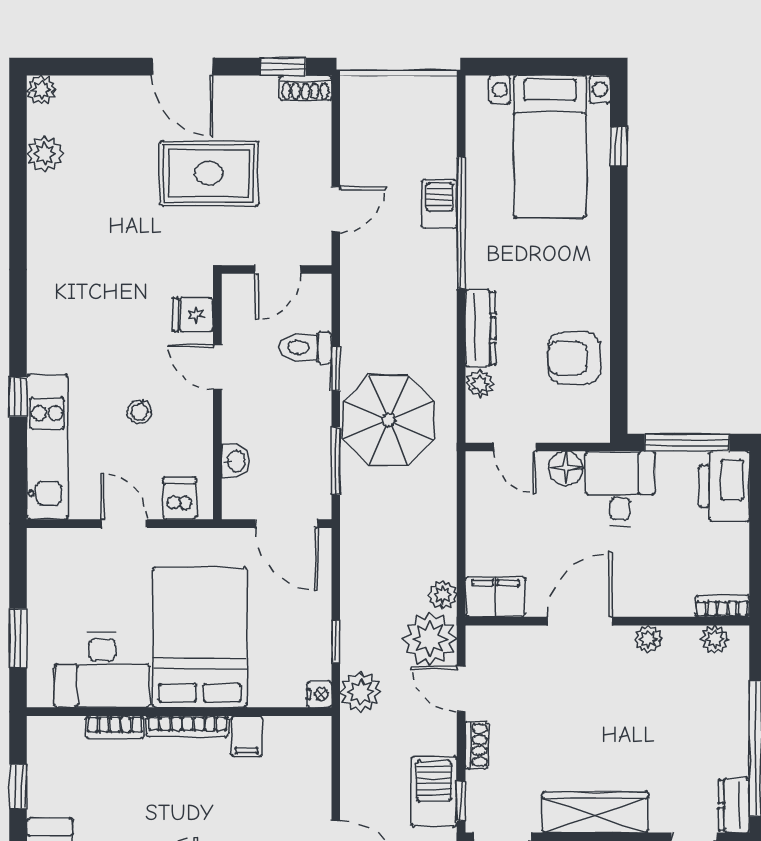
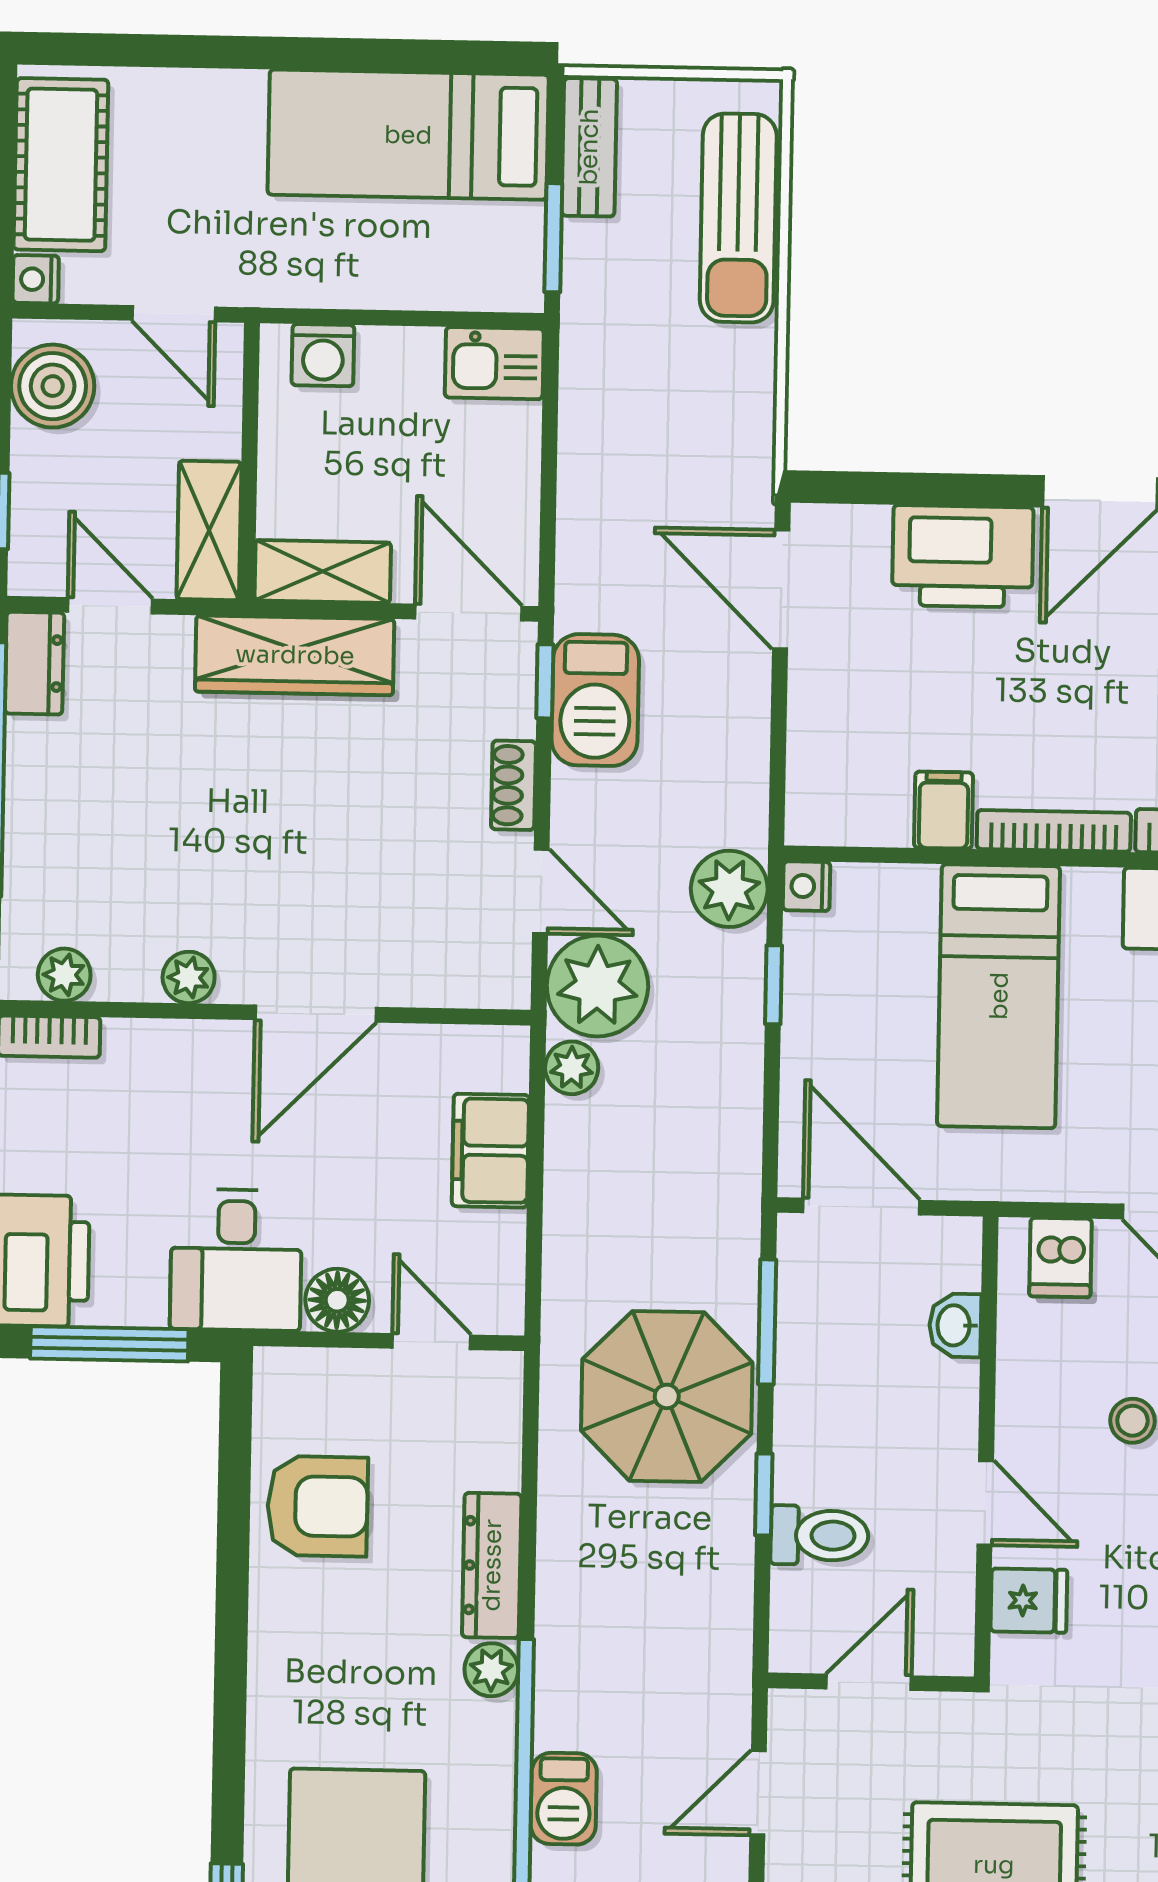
plant: (480, 384) -> (491, 1670), moved
filing cabinet: (495, 597) -> (490, 1151), moved, turned 90
bed: (200, 637) -> (999, 996), width x0.67

